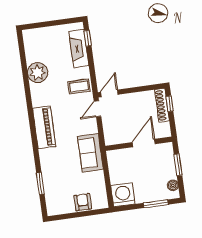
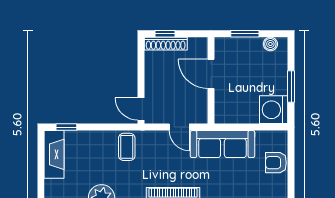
fireplace: (79, 49) -> (54, 154), moved, turned -90
door: (97, 109) -> (179, 127), moved
sofa: (90, 153) -> (222, 144), width x1.36
window: (156, 204) -> (291, 87), moved

